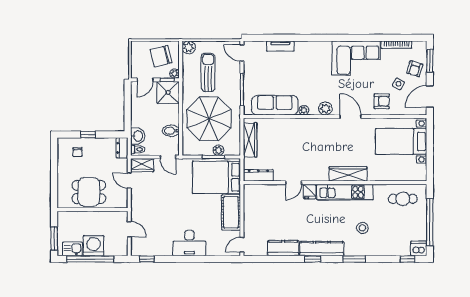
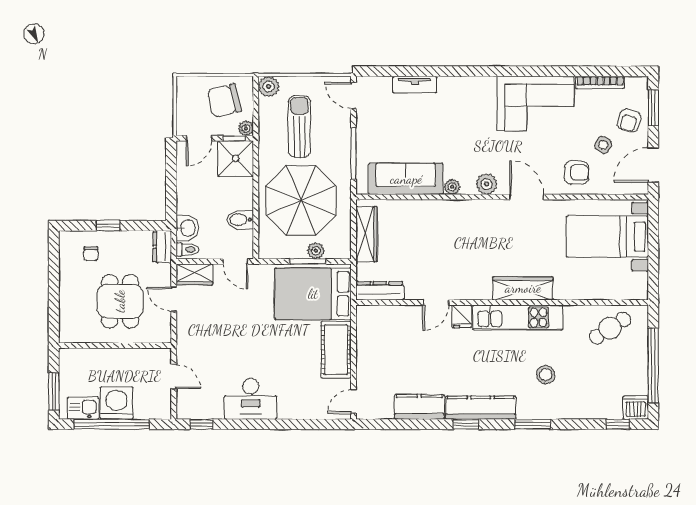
dining table: (89, 192) -> (120, 301), moved, turned 90
cafe table: (403, 199) -> (610, 328), turned -33
desk: (189, 243) -> (251, 399), moved

